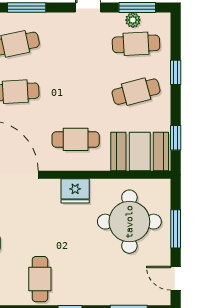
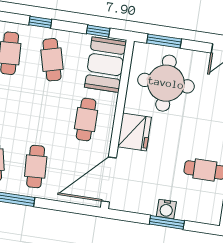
fridge: (75, 191) -> (134, 132), width x1.36, depth x1.34
window: (176, 229) -> (164, 41), moved

